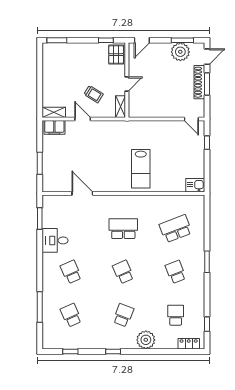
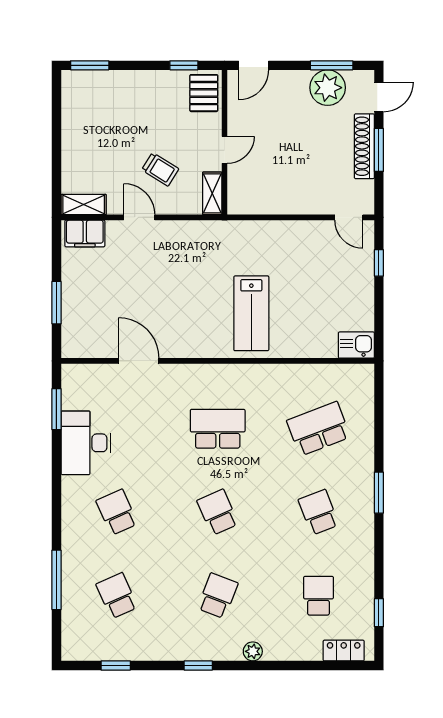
desk: (55, 240) -> (86, 443), width x1.37
plant: (146, 340) -> (253, 651), width x0.53, depth x0.53

